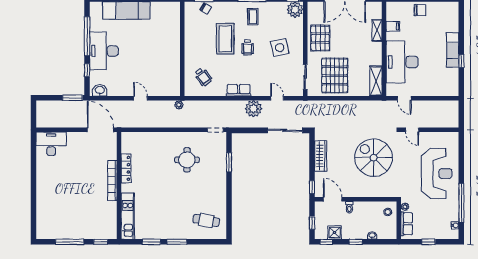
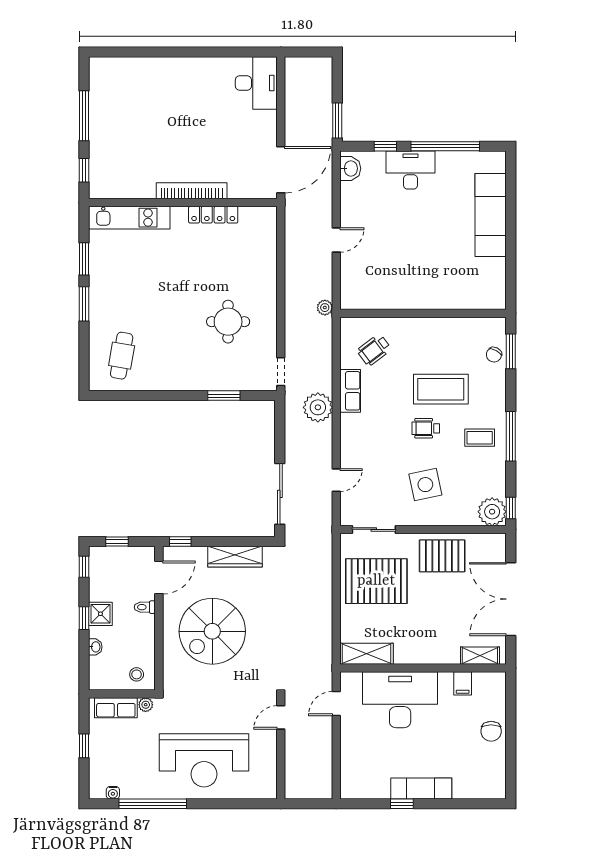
shelving: (377, 30) -> (480, 656), moved
desk: (104, 51) -> (410, 170), width x0.73, depth x0.77
row of seats: (239, 90) -> (350, 391), moved
plant: (253, 109) -> (318, 407), moved
spiral stairs: (373, 158) -> (212, 631), moved, turned 180
shower: (335, 233) -> (100, 614), moved

